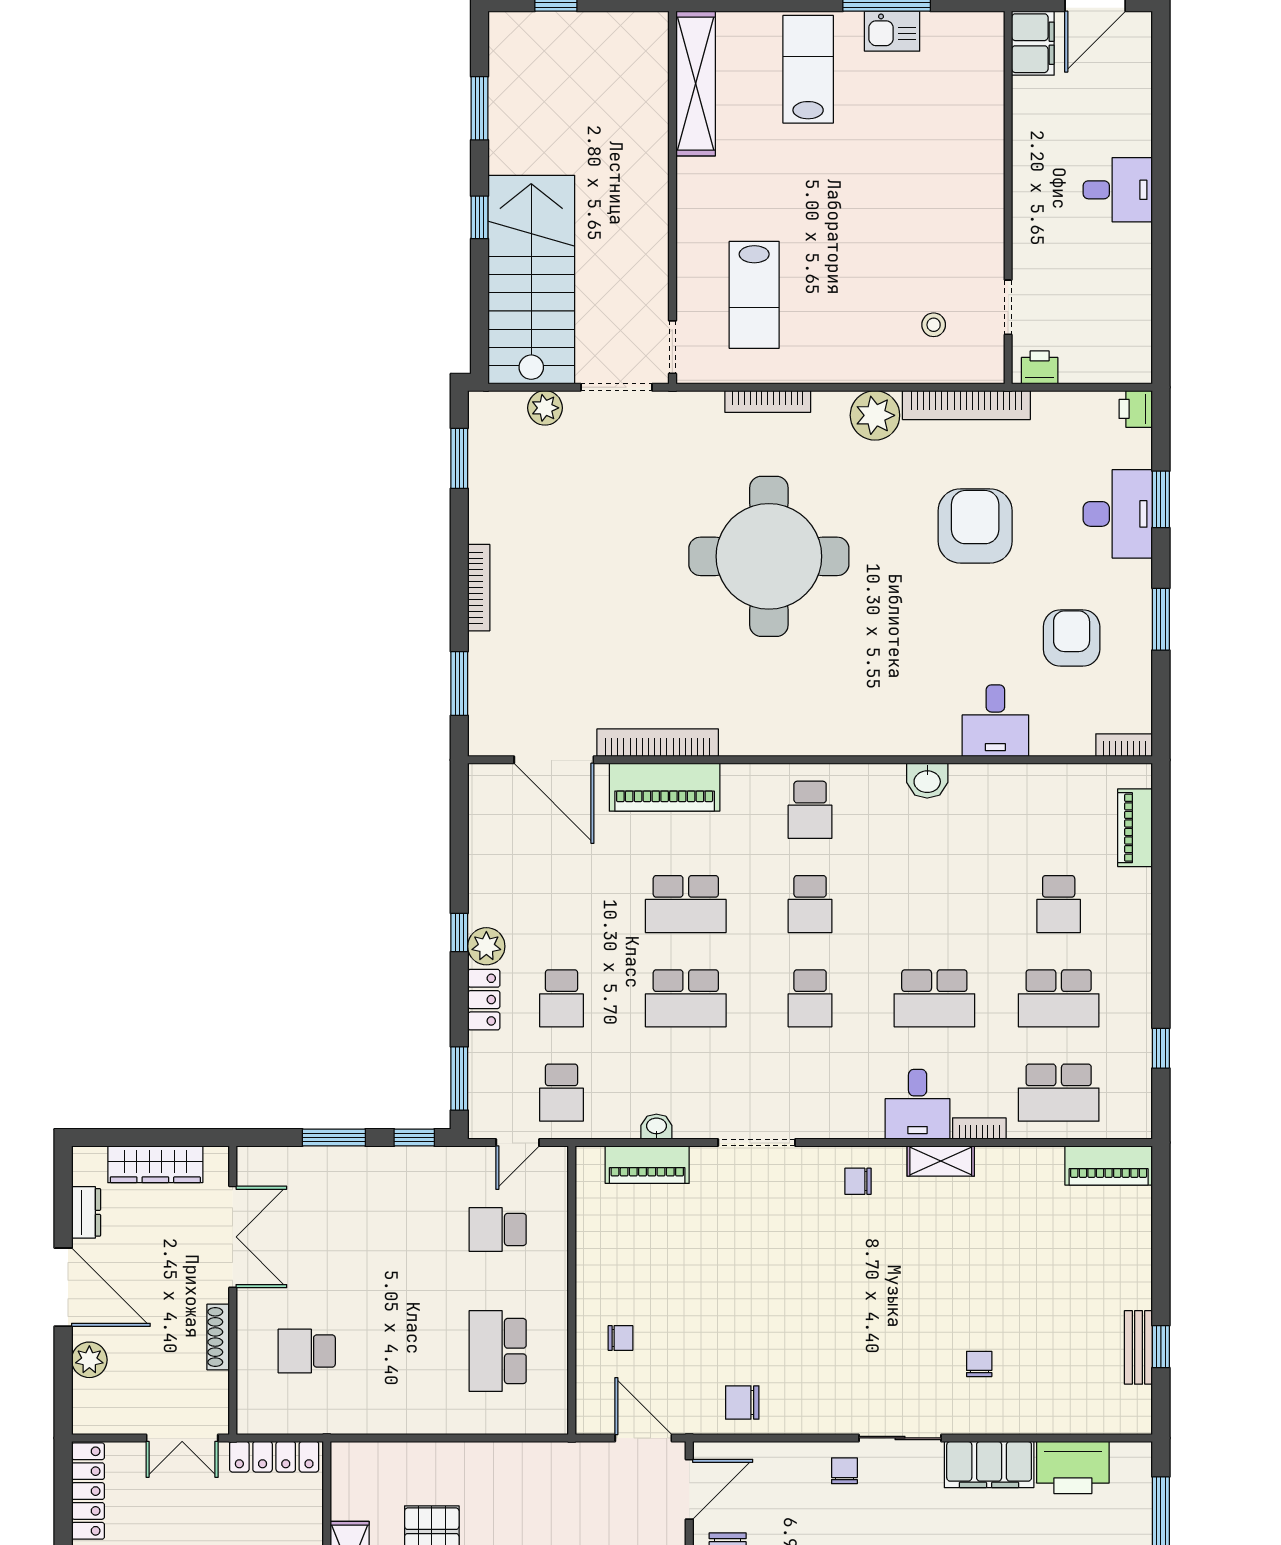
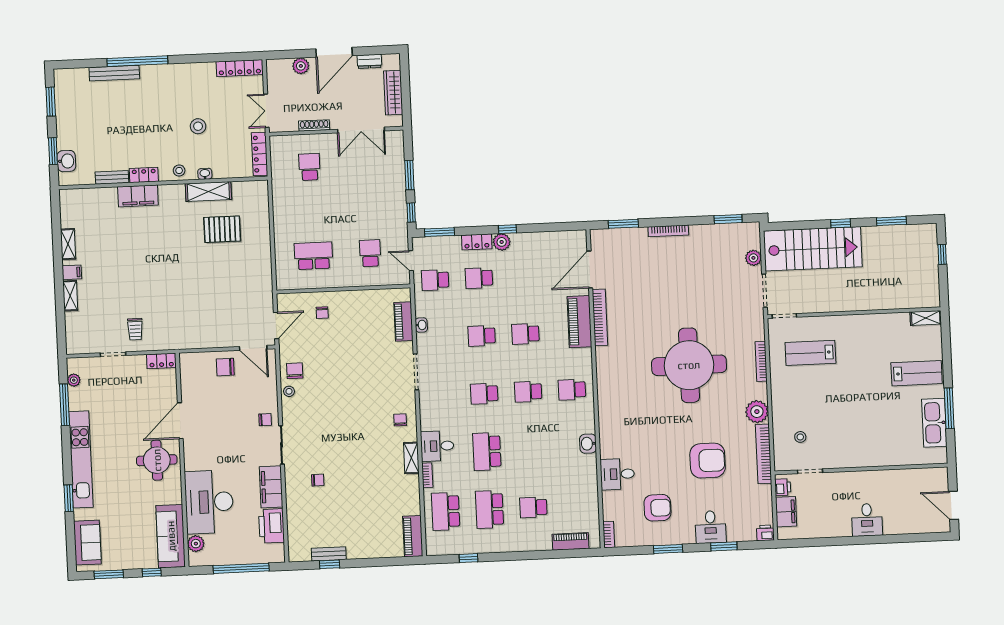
kitchen sink: (892, 31) -> (934, 423), width x1.88, depth x1.24
filing cabinet: (1033, 43) -> (786, 512), moved, turned -90
shelving: (696, 84) -> (926, 318), width x0.45, depth x0.75
desk: (1118, 514) -> (711, 527), width x0.73
school desk: (686, 904) -> (525, 334), width x0.54
school desk: (686, 998) -> (482, 336), width x0.54
stool: (786, 1417) -> (289, 391), added

